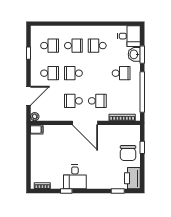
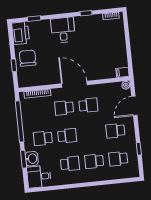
school desk: (73, 73) -> (67, 136), moved
desk: (75, 177) -> (63, 30), moved

